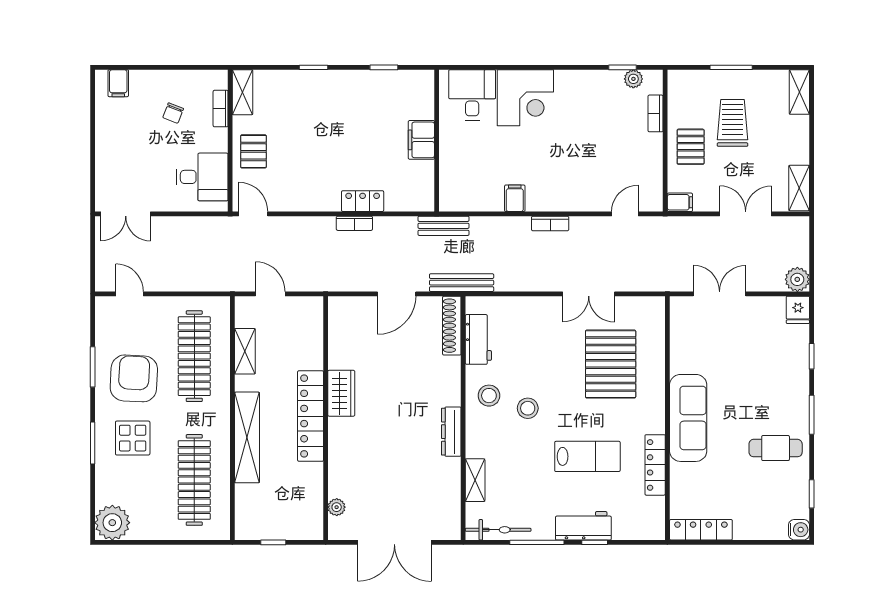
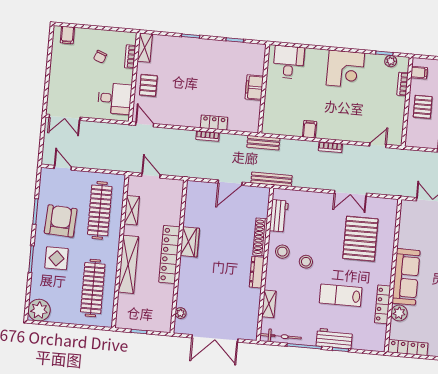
corner desk: (525, 98) -> (345, 69), moved
filing cabinet: (680, 202) -> (419, 73), moved
shoe rack: (452, 326) -> (260, 237), moved
lab bench: (587, 456) -> (341, 295), turned 180
plant: (682, 476) -> (399, 313), added

